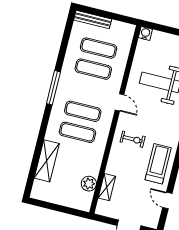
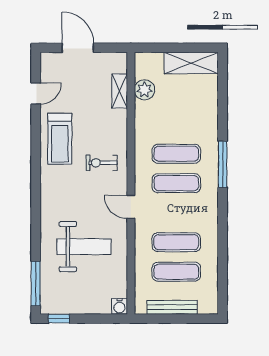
bench: (93, 20) -> (172, 307), moved
window: (53, 88) -> (223, 164), moved
shelving: (47, 161) -> (191, 63), moved, turned 90
door: (167, 200) -> (36, 94), hinge flipped

